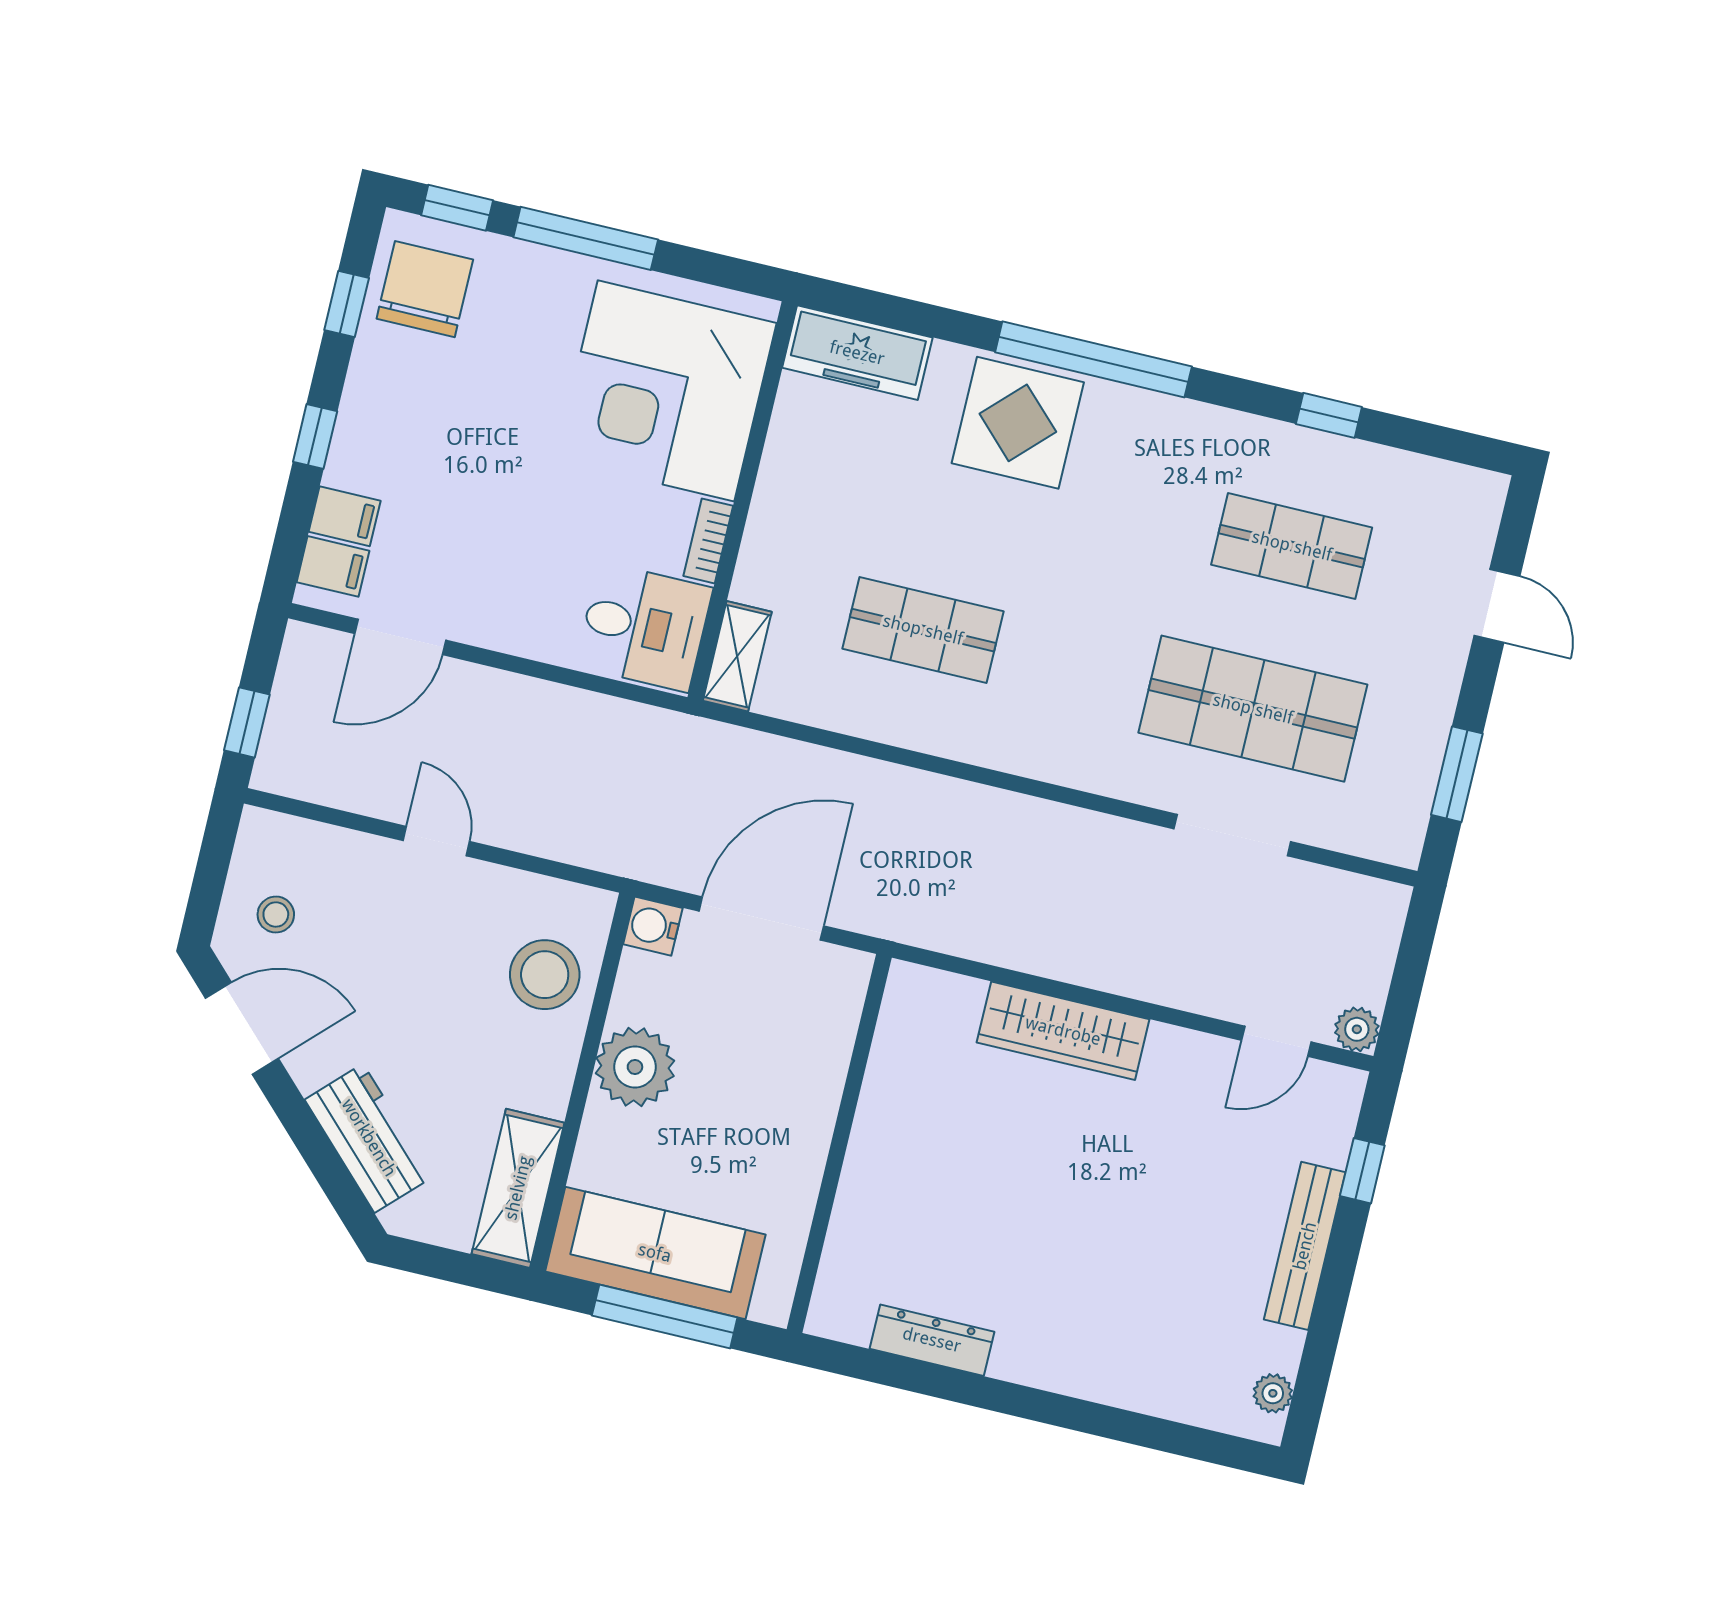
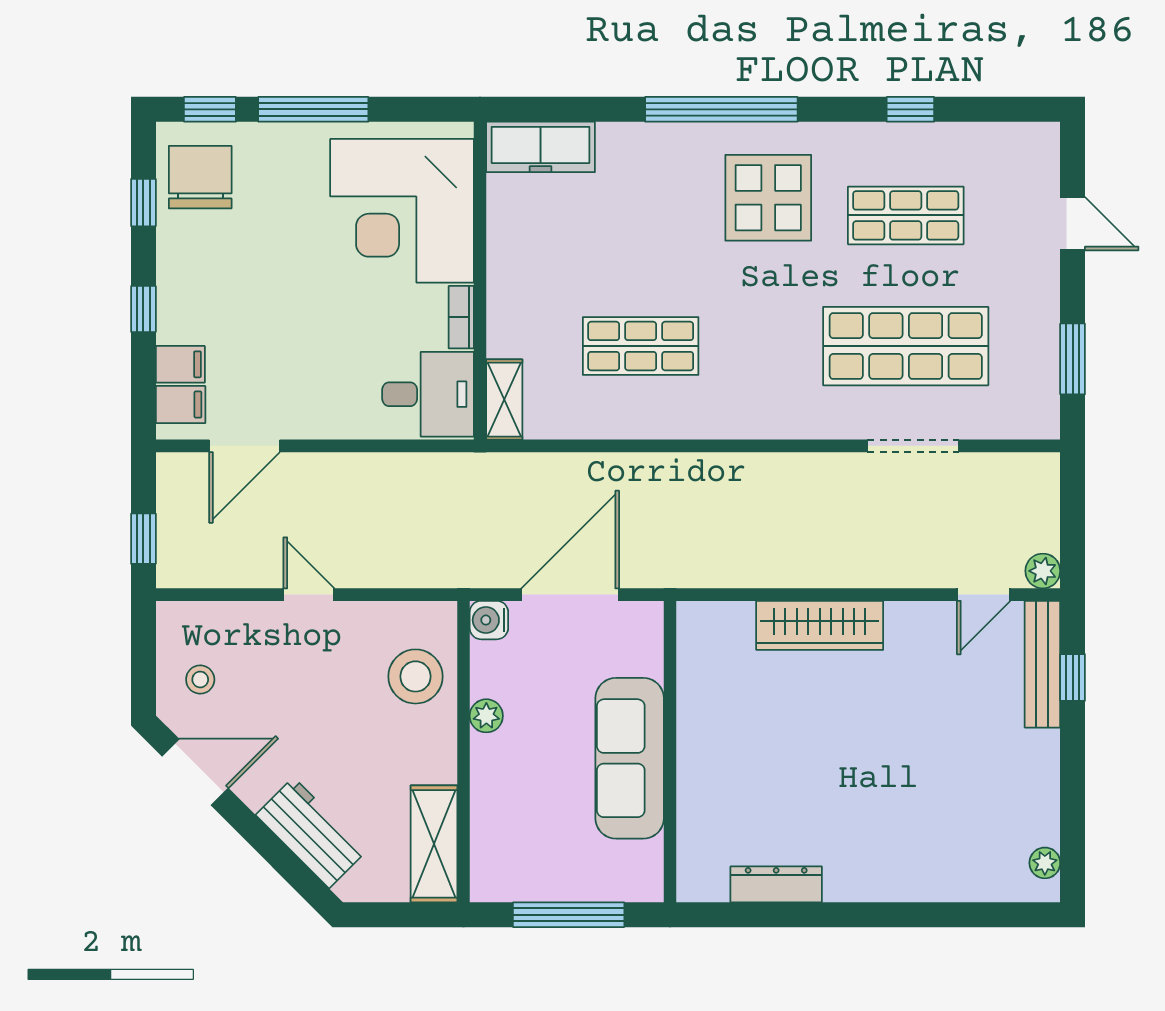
display table: (1018, 423) -> (768, 198), moved
plant: (635, 1067) -> (486, 716), width x0.53, depth x0.53
bench: (1305, 1246) -> (1042, 664), moved
sofa: (655, 1253) -> (630, 758), moved, turned -90

